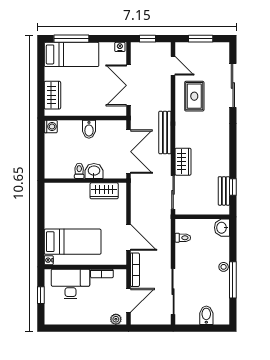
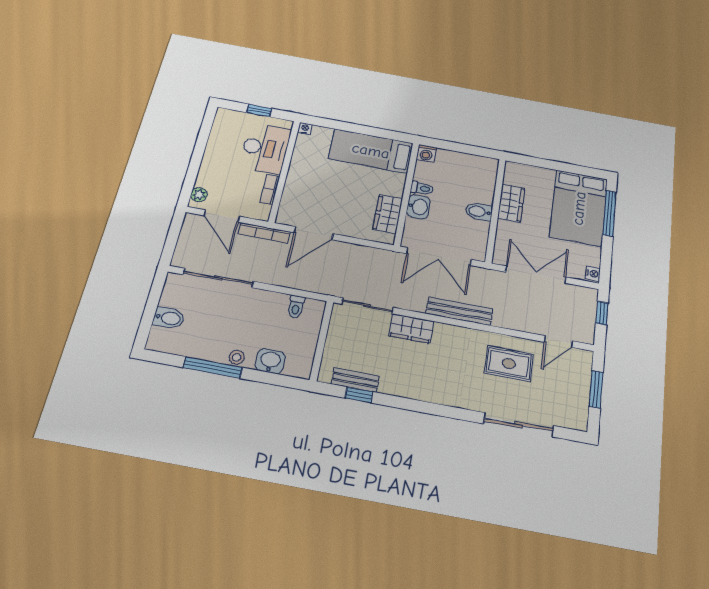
bed: (72, 54) -> (579, 208), width x1.50
wardrobe: (52, 95) -> (511, 203), moved, turned -90
washing machine: (51, 127) -> (426, 154), moved
washbasin: (222, 228) -> (270, 361), moved
bed: (73, 242) -> (371, 151), moved, turned 90

